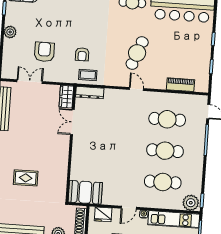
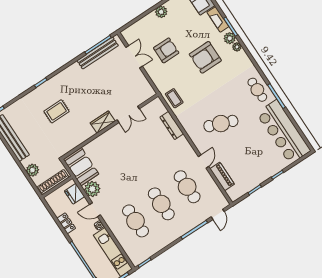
armchair: (82, 54) -> (205, 57), moved, width x1.88, depth x1.88
door: (136, 89) -> (204, 162), moved
dresser: (90, 93) -> (172, 126), moved
wardrobe: (66, 97) -> (103, 122), moved
double door: (72, 122) -> (128, 114), swing flipped
rug: (26, 178) -> (57, 111), turned 90
plant: (191, 203) -> (92, 189), moved

